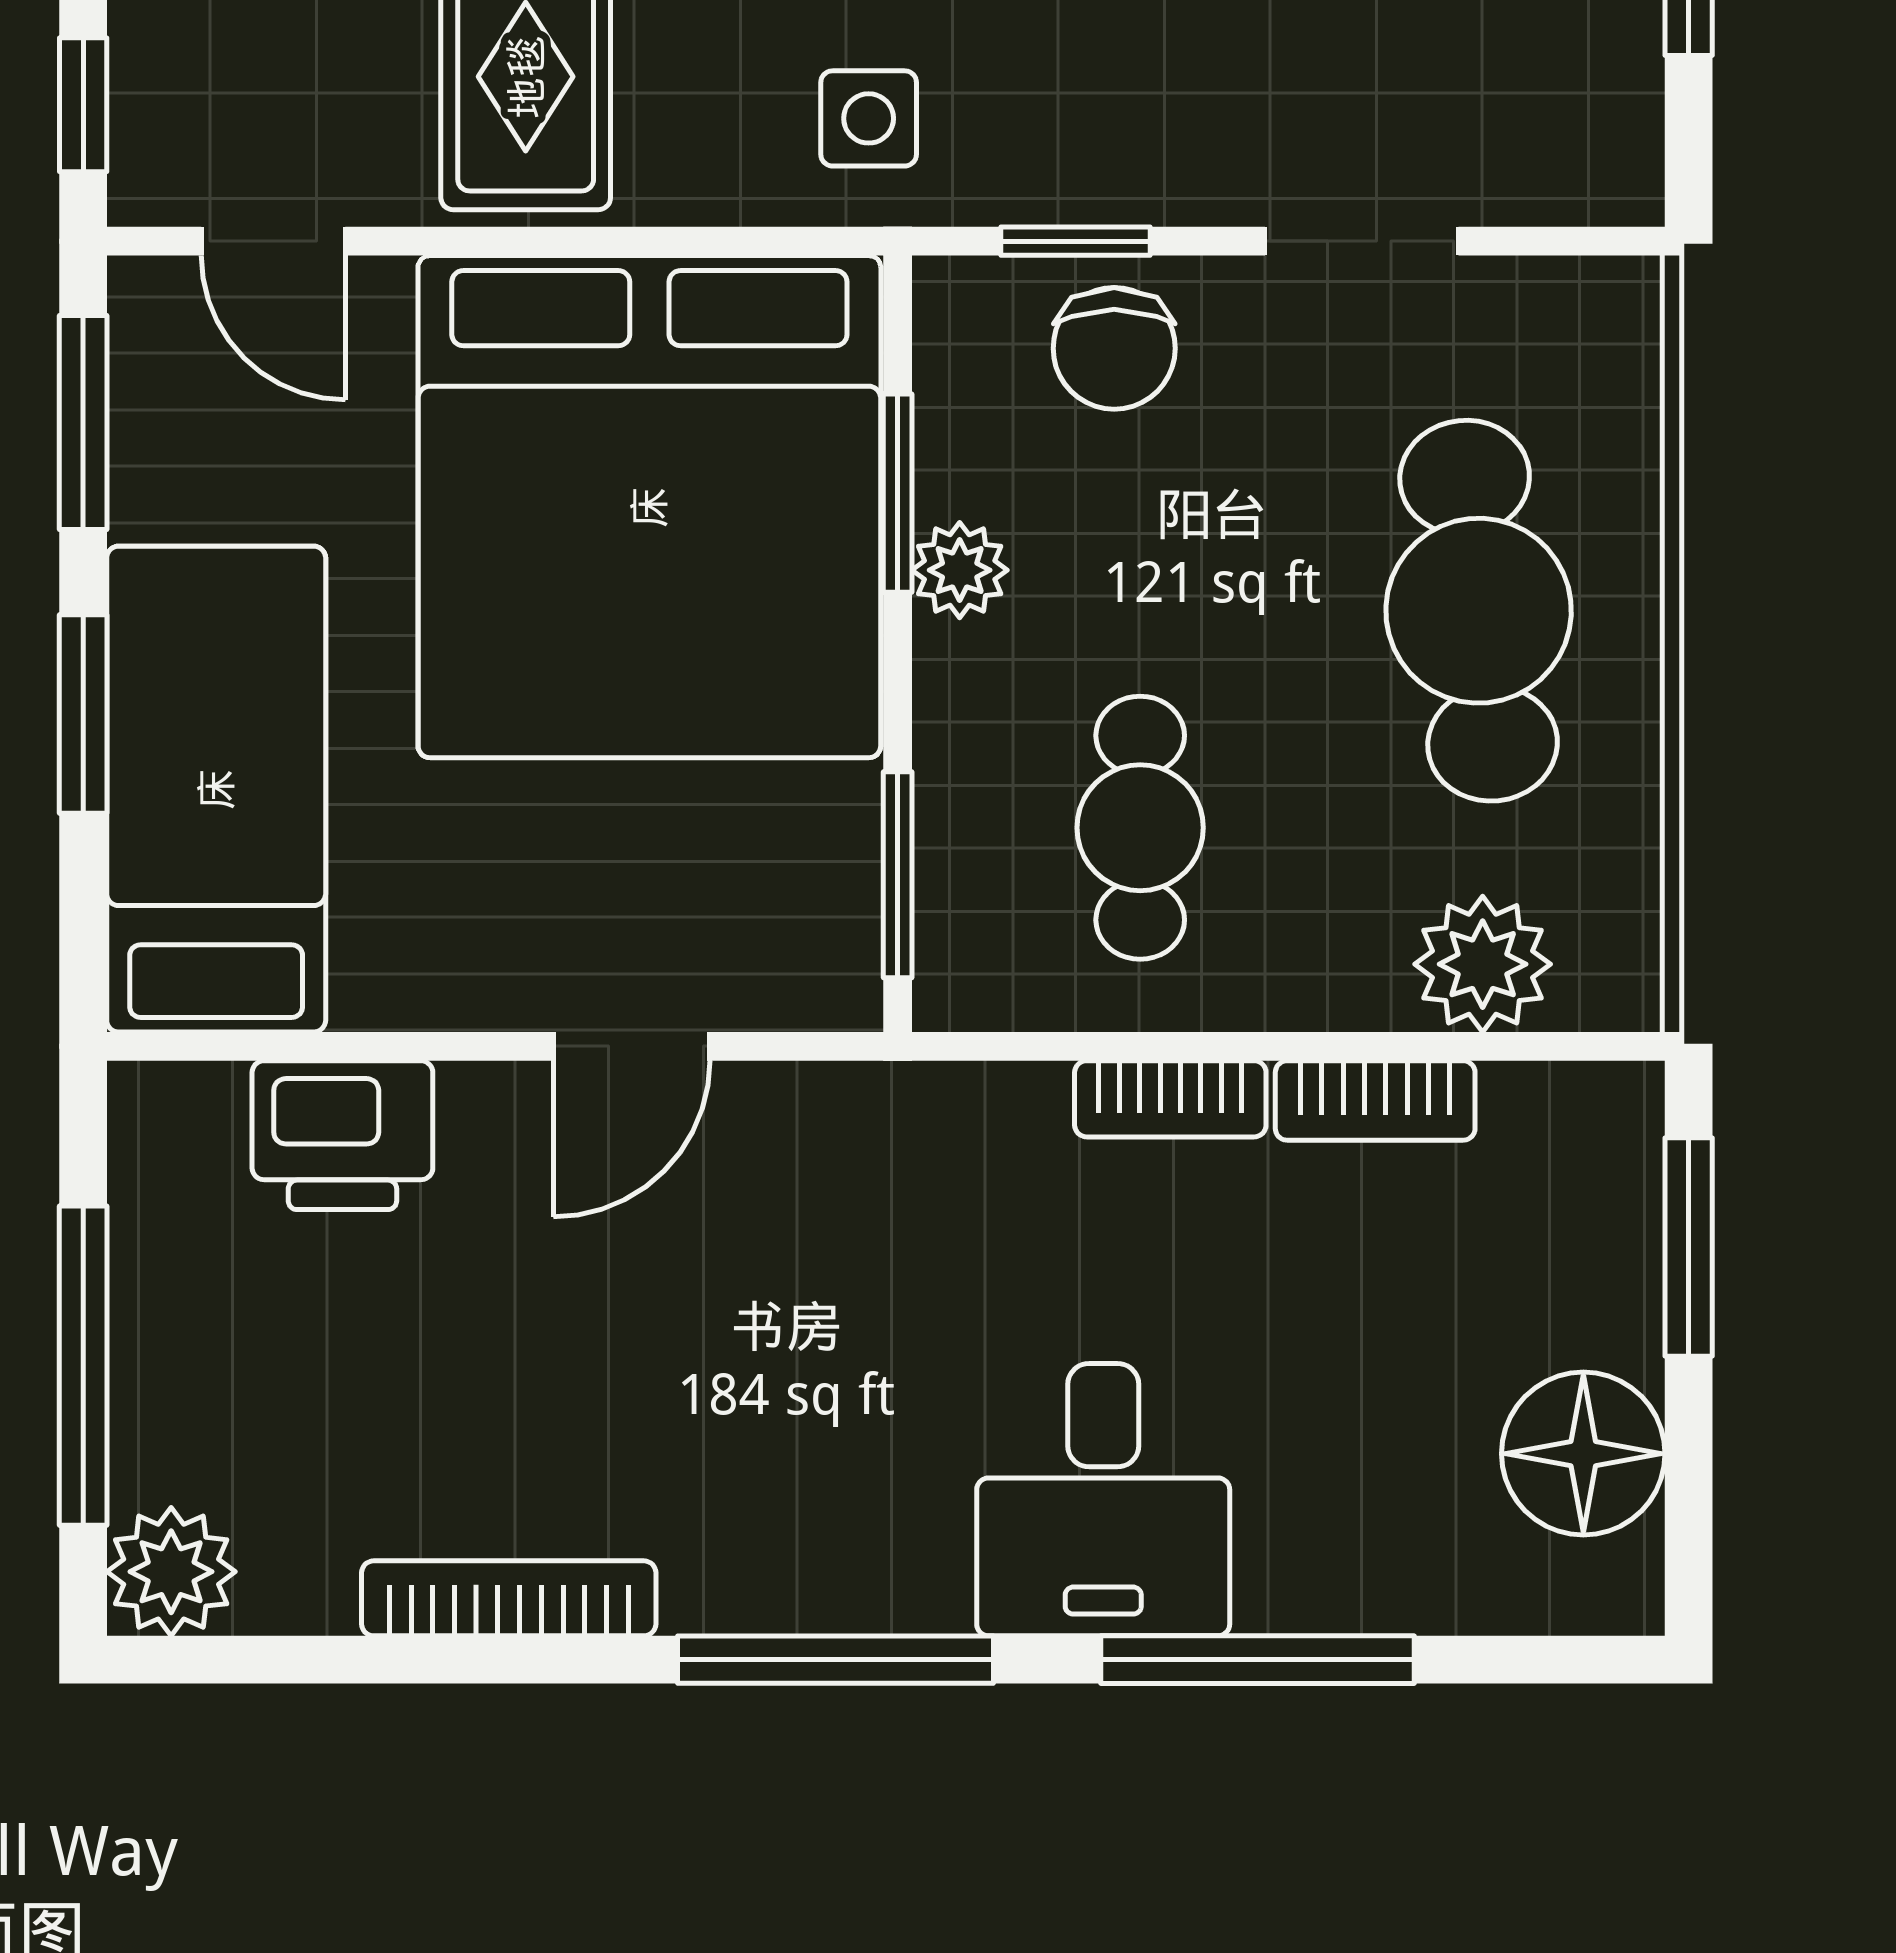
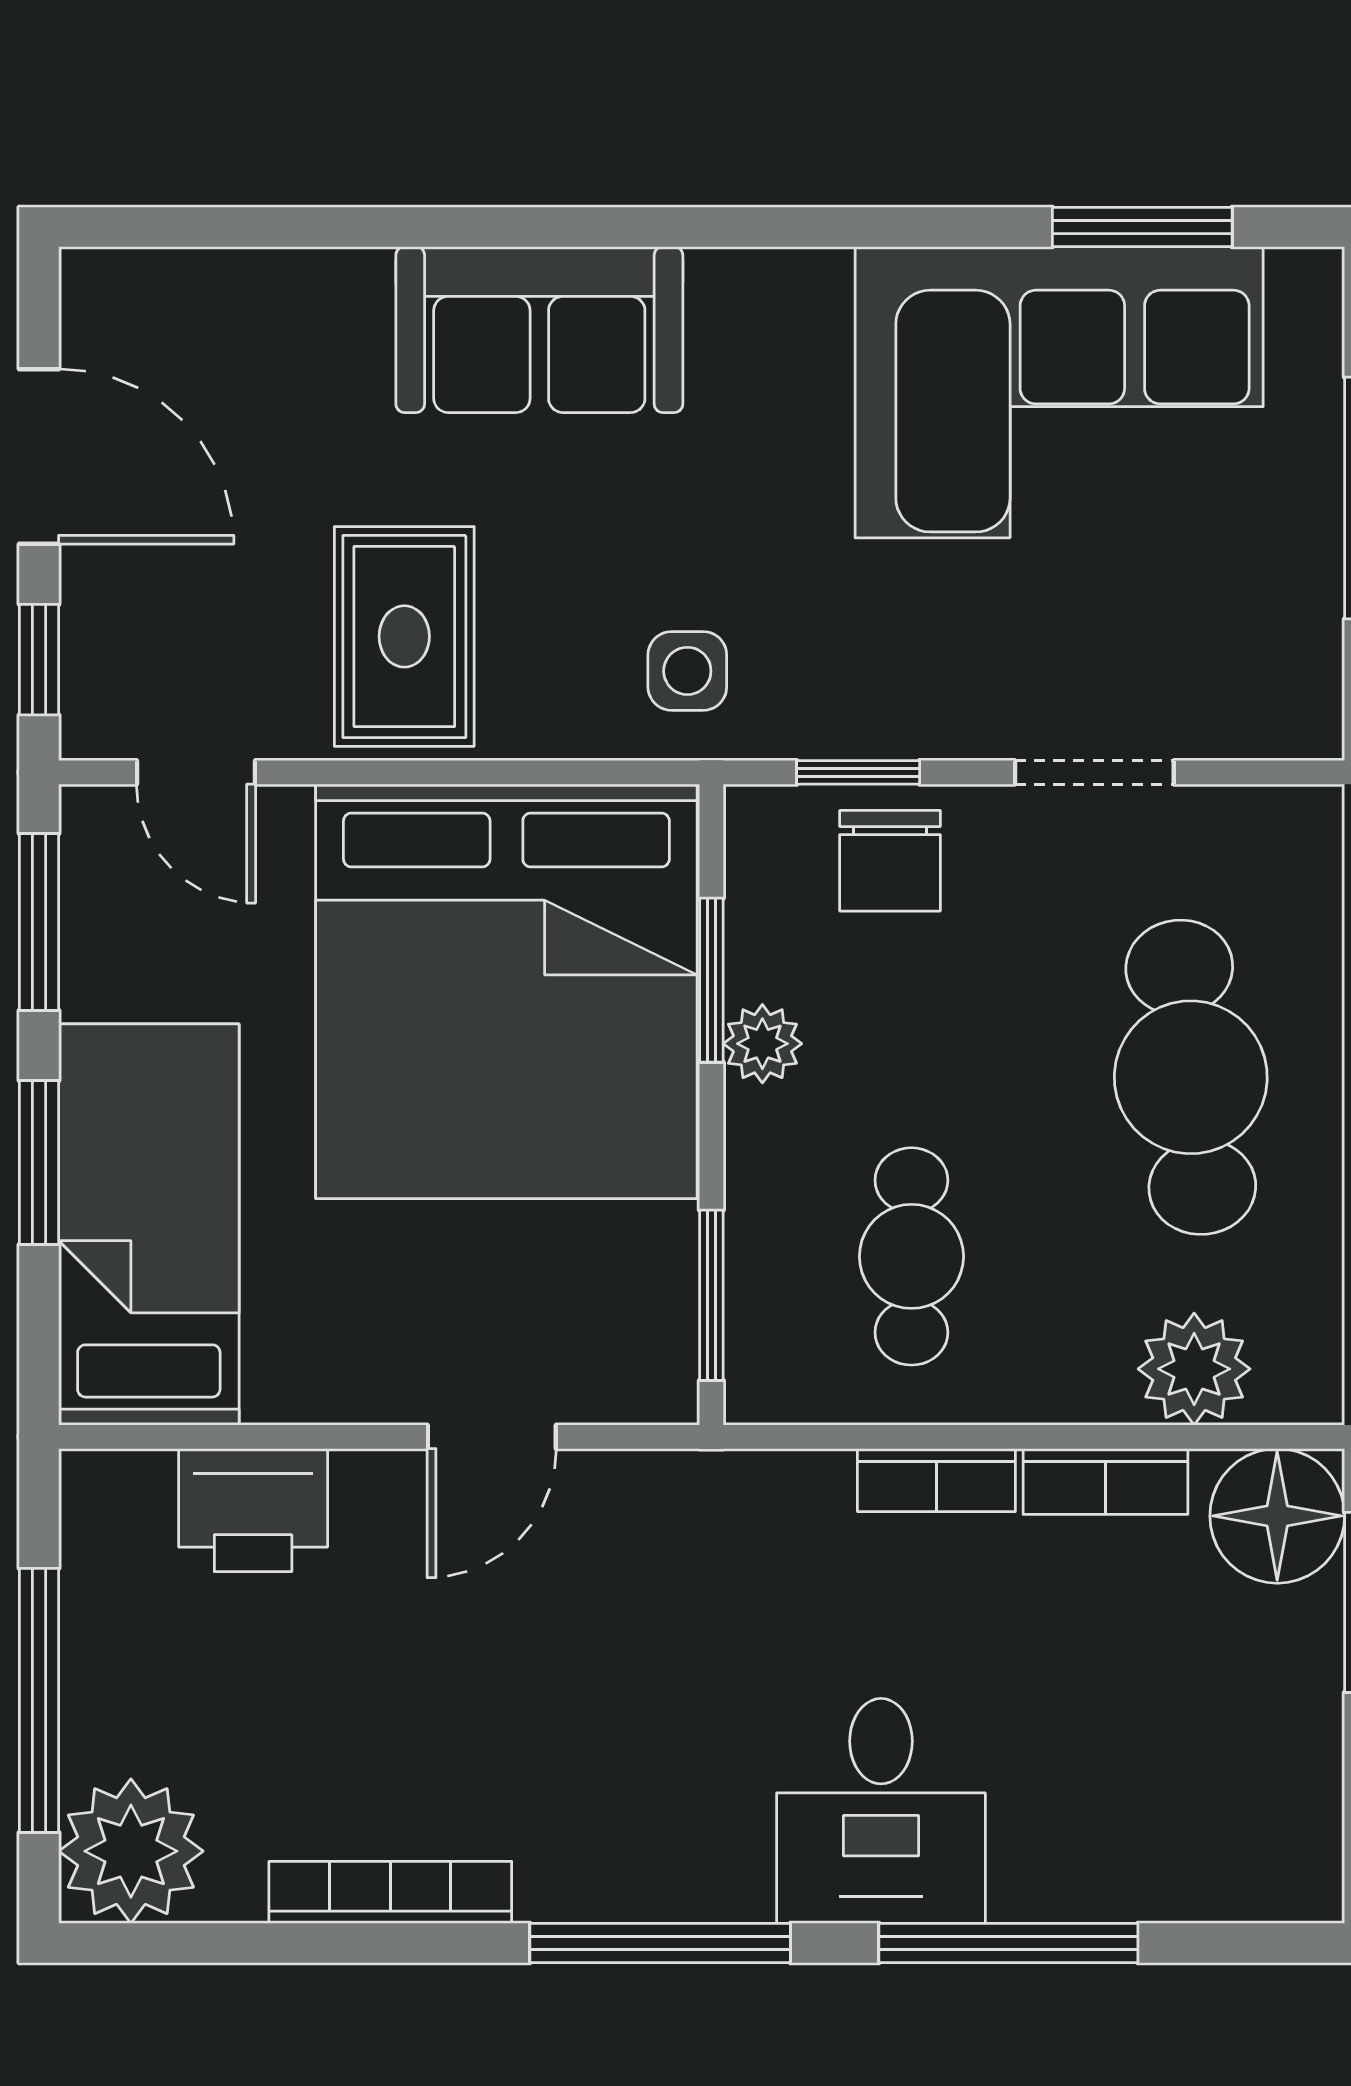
floor lamp: (1583, 1454) -> (1277, 1516), moved
plant: (171, 1572) -> (131, 1851), width x1.36, depth x1.36

